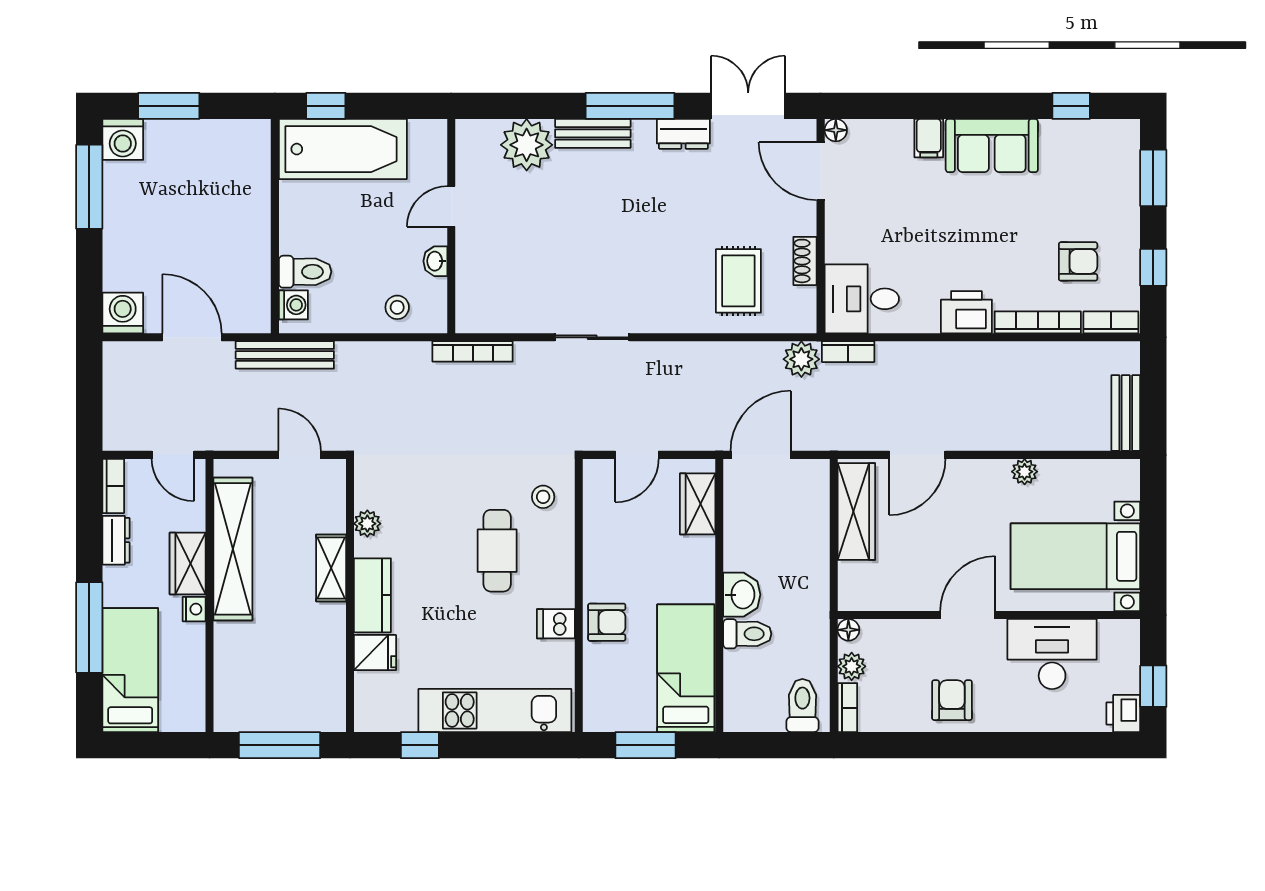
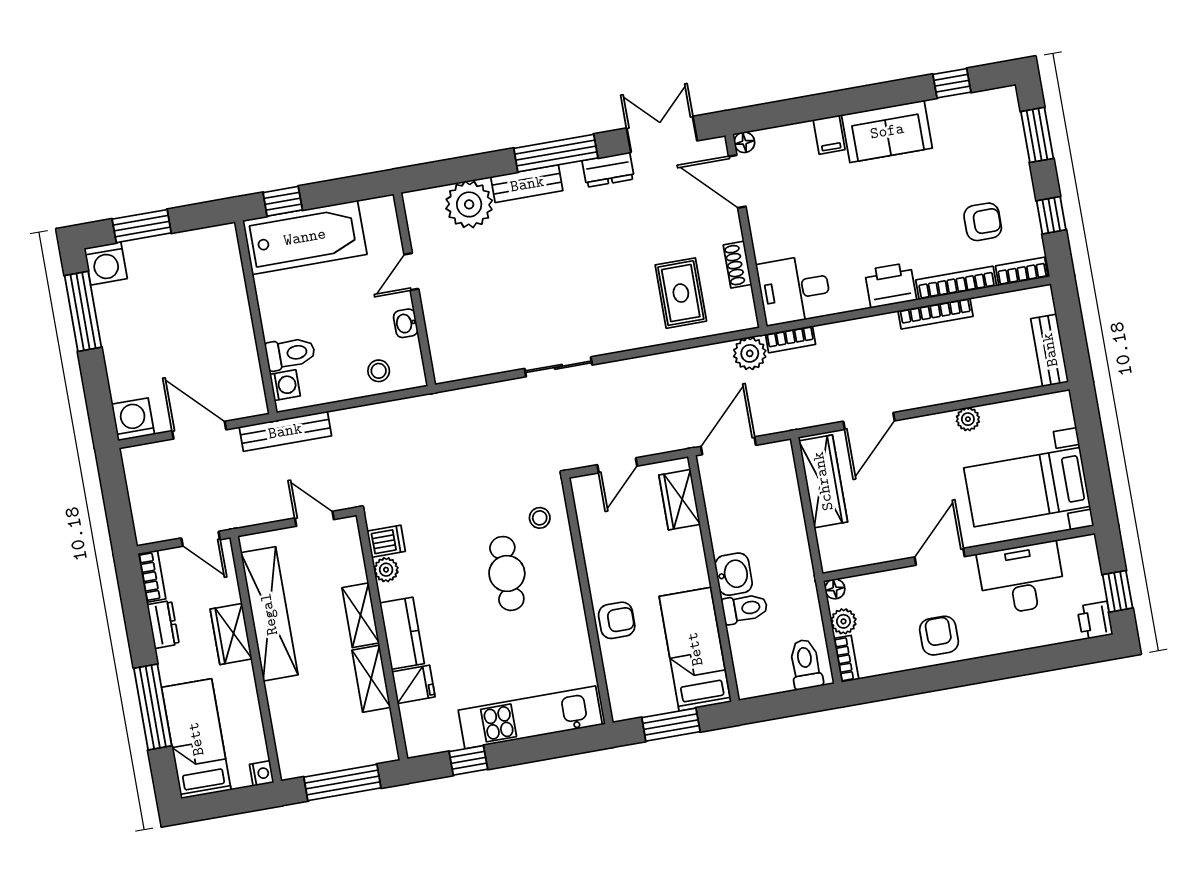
bookcase: (473, 351) -> (936, 313), moved
nightstand: (194, 609) -> (262, 773), moved
dishwasher: (556, 624) -> (386, 541), moved, turned 180
shelving: (331, 639) -> (371, 679), added

